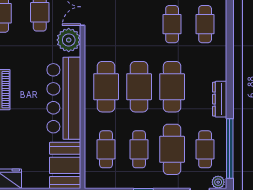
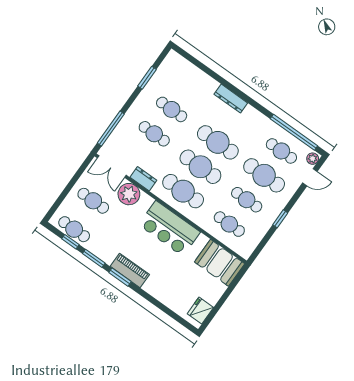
cafe table: (205, 24) -> (154, 134), moved
dresser: (92, 43) -> (143, 179), added
bar counter: (64, 98) -> (169, 228), width x0.73
dresser: (220, 99) -> (231, 99), moved

